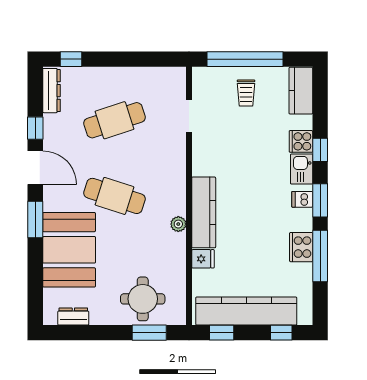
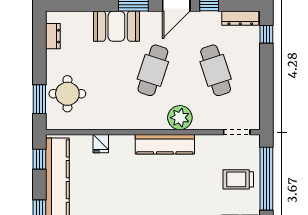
trolley: (246, 93) -> (238, 179), width x1.36, depth x1.39
doorway: (189, 116) -> (237, 132), moved
kitchen counter: (204, 212) -> (165, 144), moved
plant: (178, 224) -> (180, 118), moved, width x1.87, depth x1.87
booth: (69, 250) -> (116, 26), width x0.73, depth x0.70

